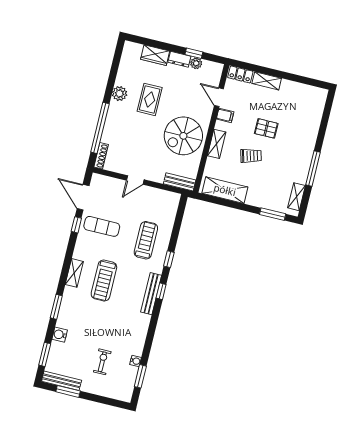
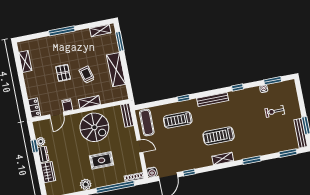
shelving: (267, 81) -> (25, 61), moved
rug: (150, 99) -> (102, 160), moved
window: (313, 169) -> (62, 31), moved
shelving: (225, 190) -> (116, 70), moved
exercise mat: (102, 226) -> (147, 122), moved
treadmill: (104, 281) -> (219, 136), turned 180
window: (161, 291) -> (237, 88), moved
water cooler: (60, 335) -> (152, 172), moved

